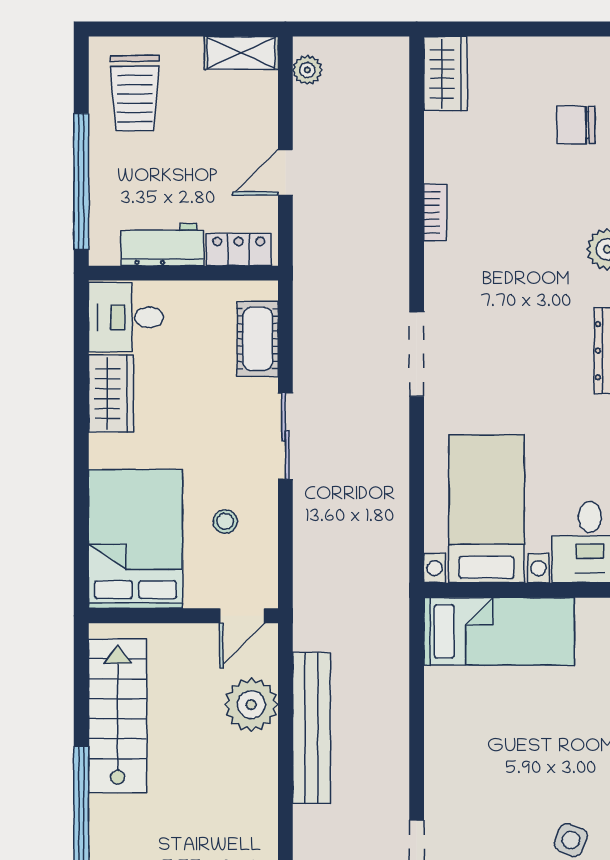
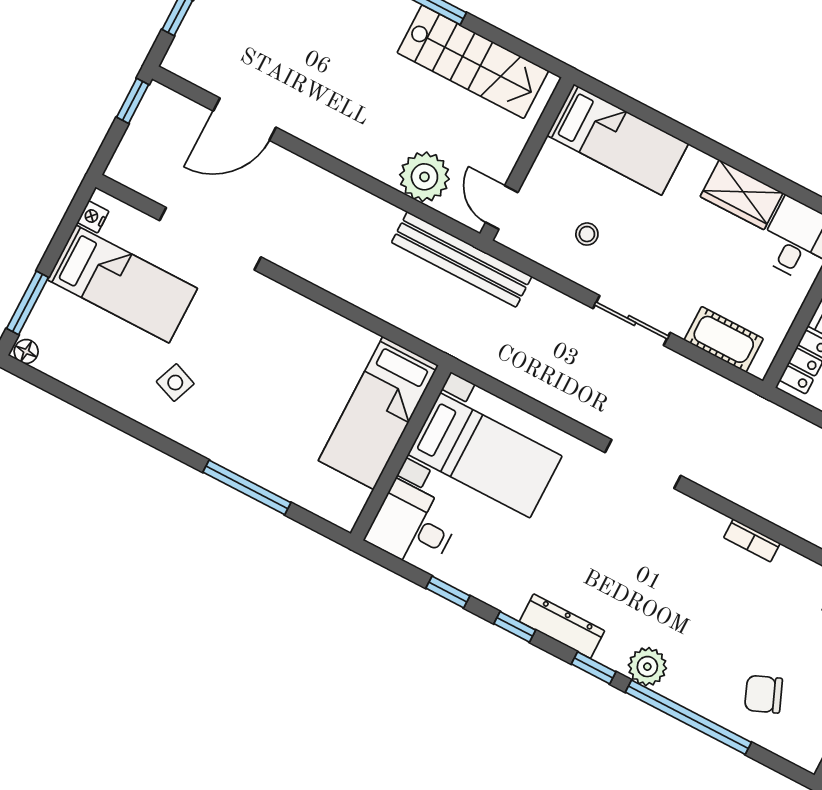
chair: (576, 125) -> (764, 694), turned -112
bed: (136, 539) -> (618, 140), width x0.67
bench: (311, 728) -> (462, 259), moved

